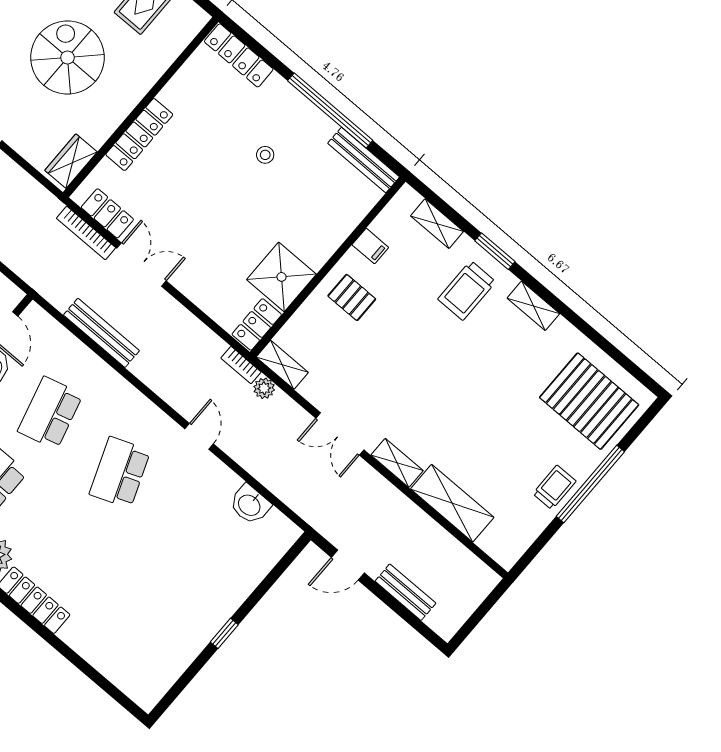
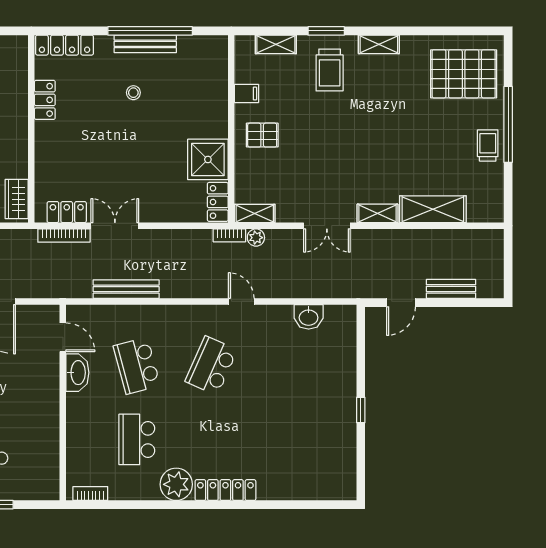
locker: (139, 135) -> (45, 100), moved, width x0.66
bench: (364, 160) -> (145, 44), moved
school desk: (120, 472) -> (211, 366), turned 45

